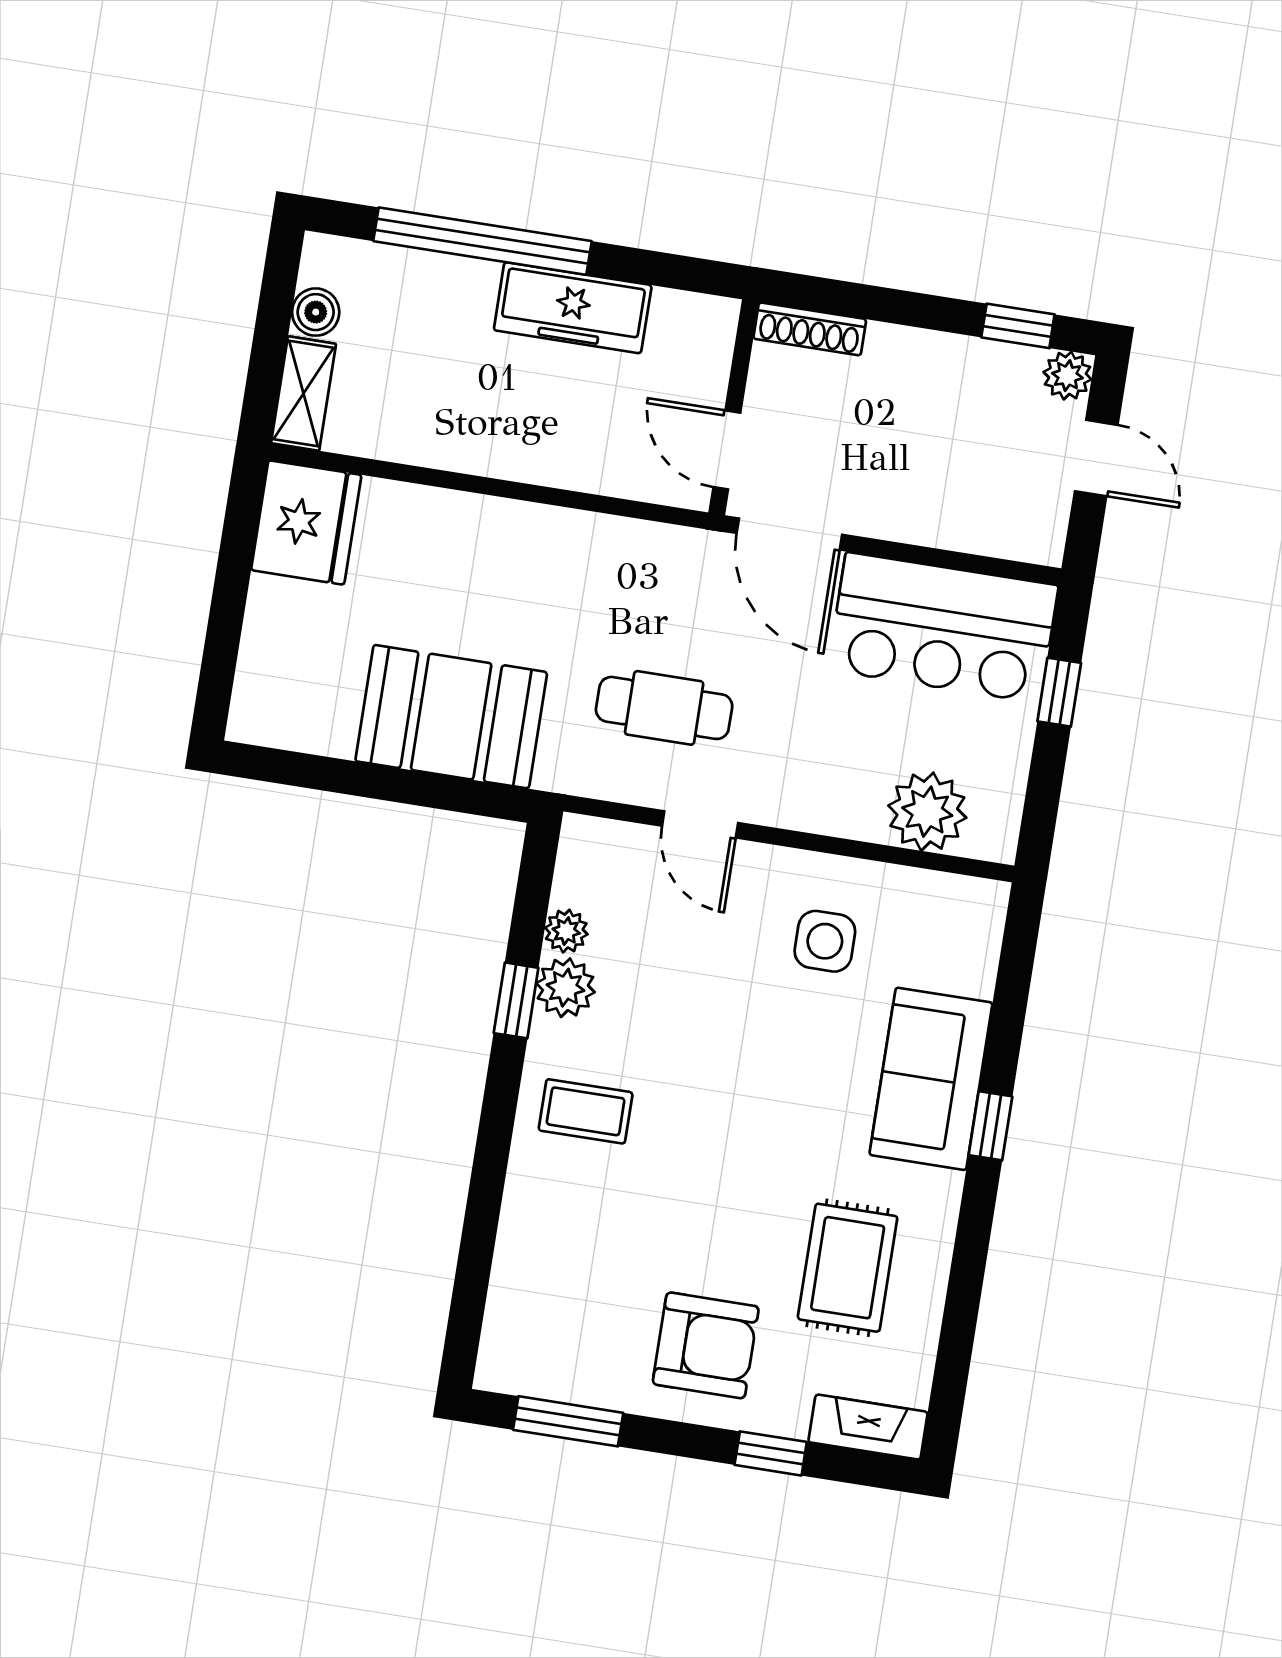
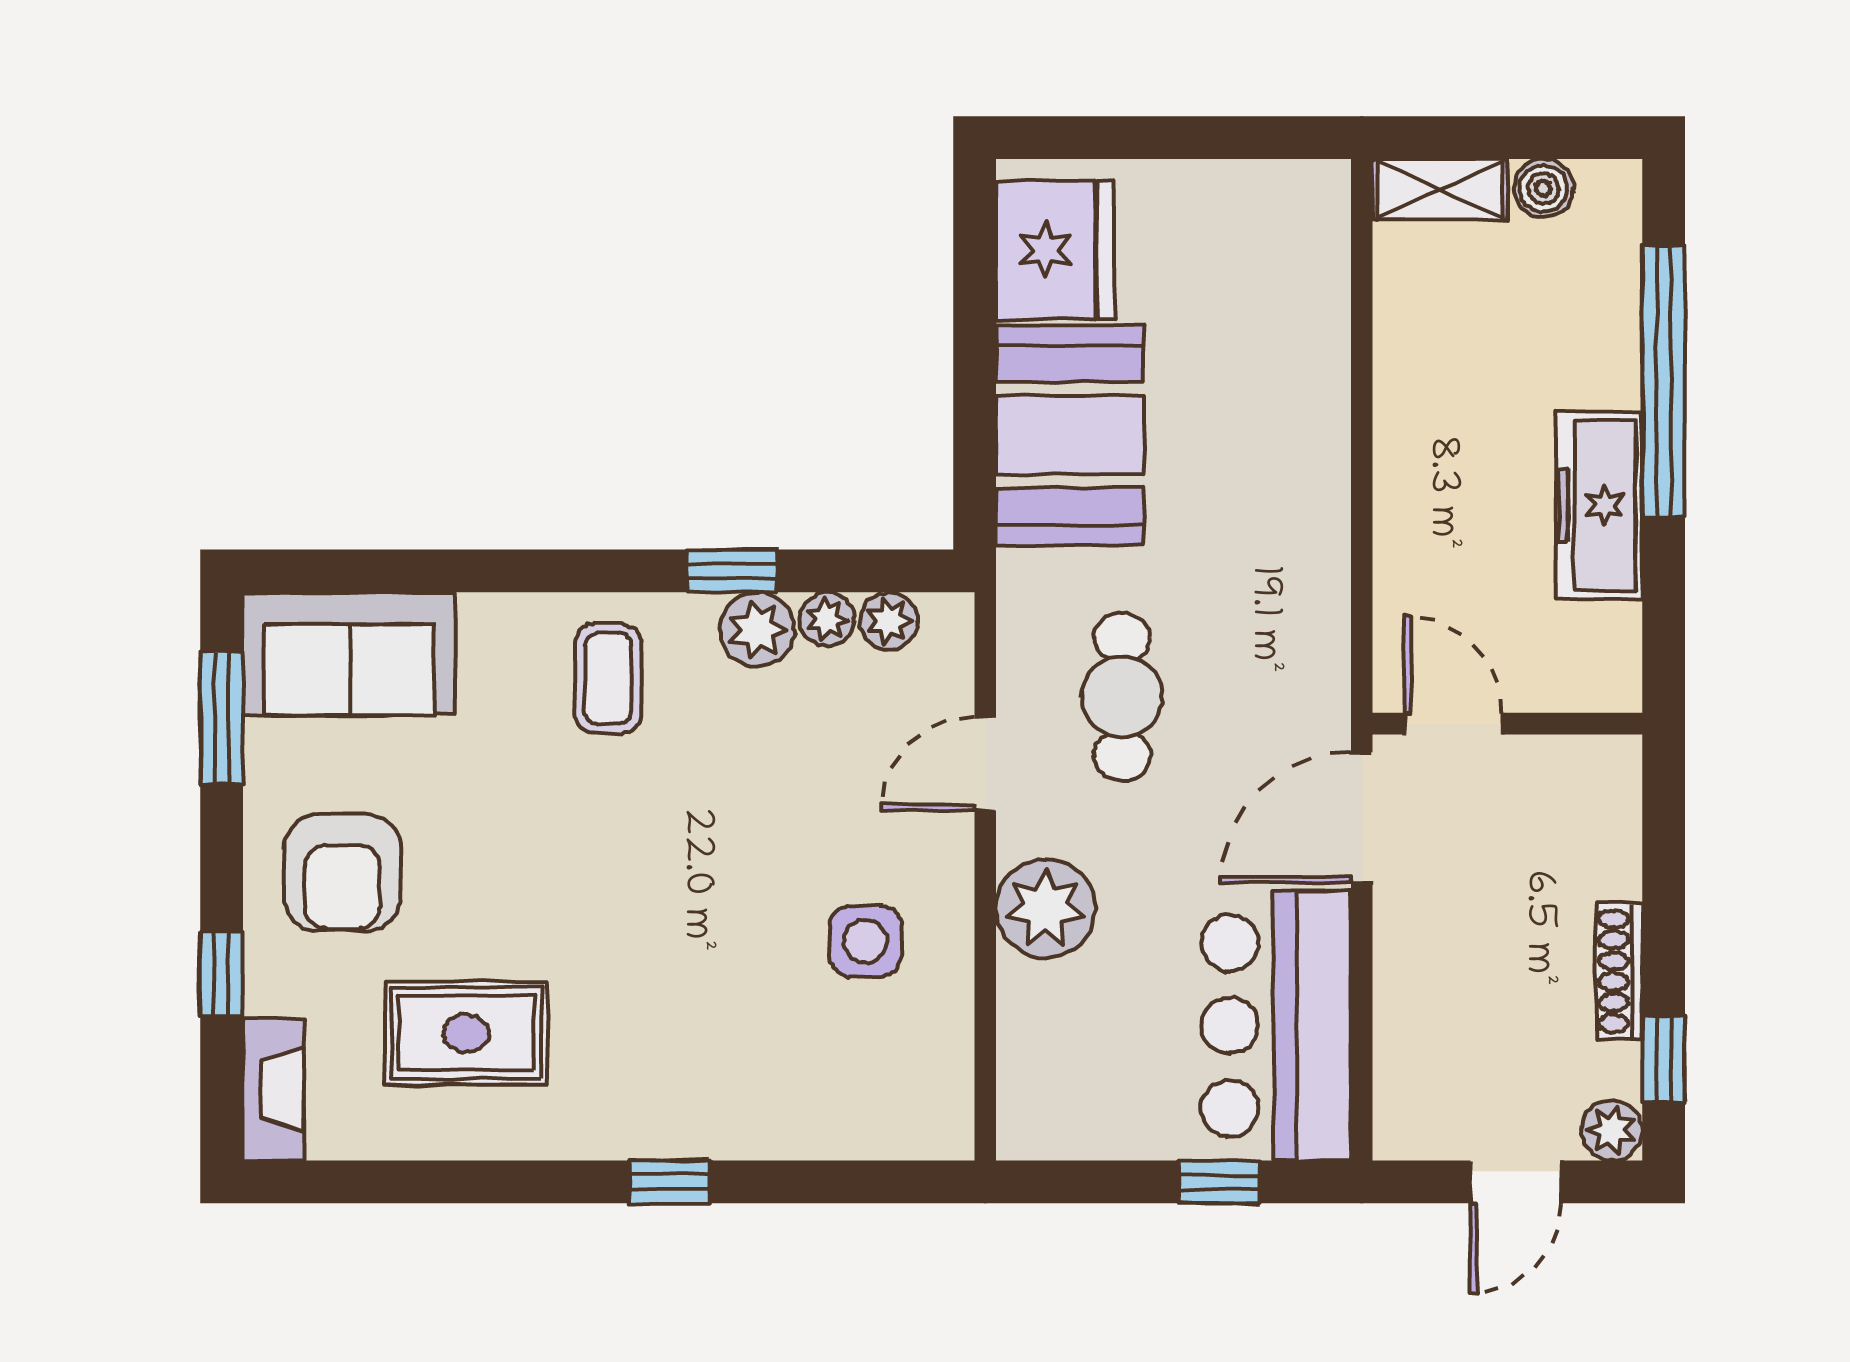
shoe rack: (810, 329) -> (1619, 971), moved
door: (727, 450) -> (1453, 724), hinge flipped
fridge: (306, 522) -> (1055, 250), moved, turned -90
plant: (927, 812) -> (1045, 908), moved
plant: (575, 883) -> (889, 621), added
sofa: (931, 1079) -> (349, 654), moved, turned 180

